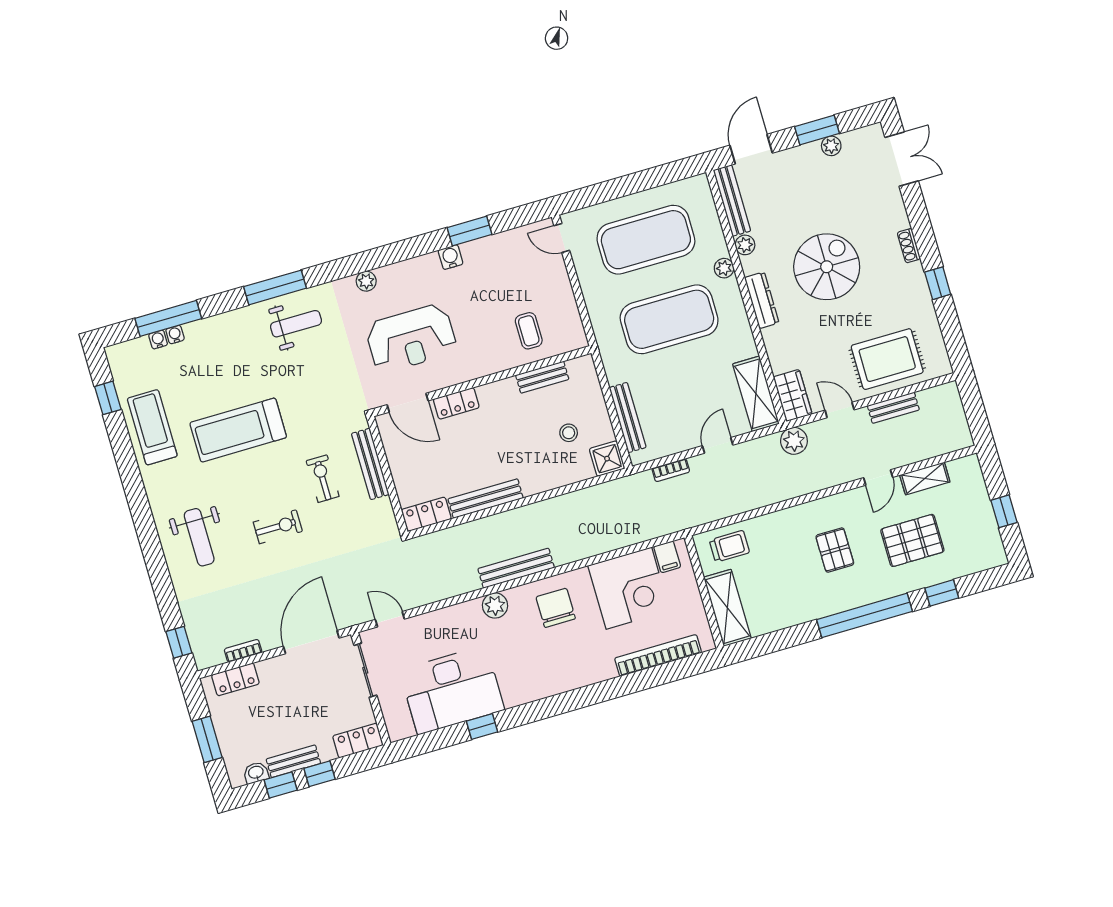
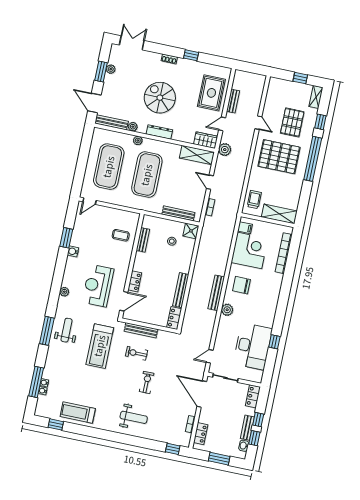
reception desk: (411, 338) -> (98, 286), turned 180
treadmill: (238, 430) -> (100, 346), moved
shelving: (925, 478) -> (316, 97), moved
pallet: (835, 550) -> (279, 157), width x2.05, depth x2.00

